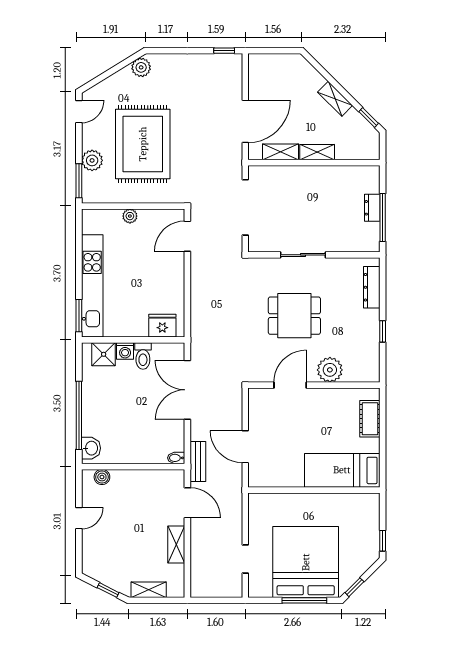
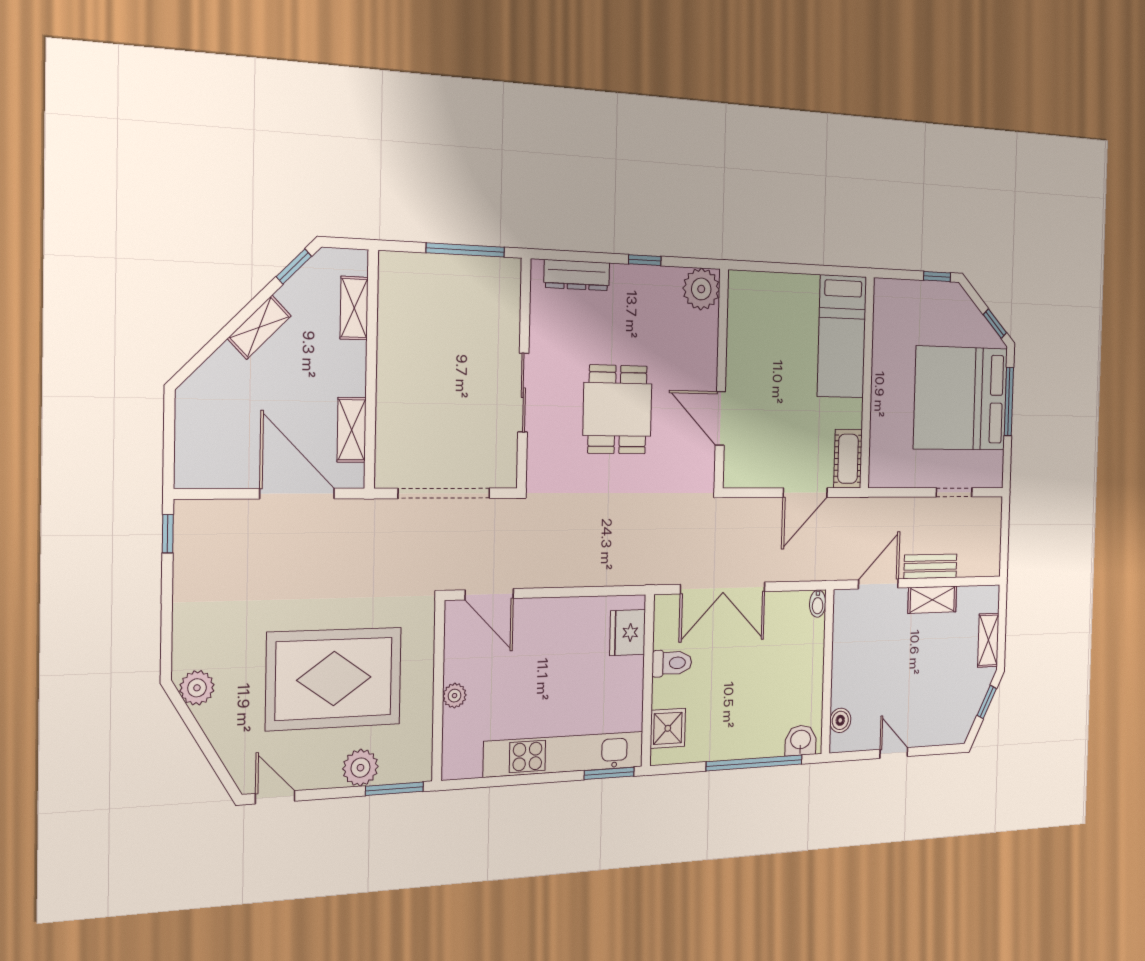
shelving: (317, 152) -> (354, 308), moved
dresser: (372, 208) -> (449, 268), removed
washing machine: (125, 351) -> (664, 693), removed
plant: (330, 370) -> (701, 289), moved
cot: (370, 419) -> (848, 459), moved, turned 90
bench: (198, 461) -> (930, 566), moved

